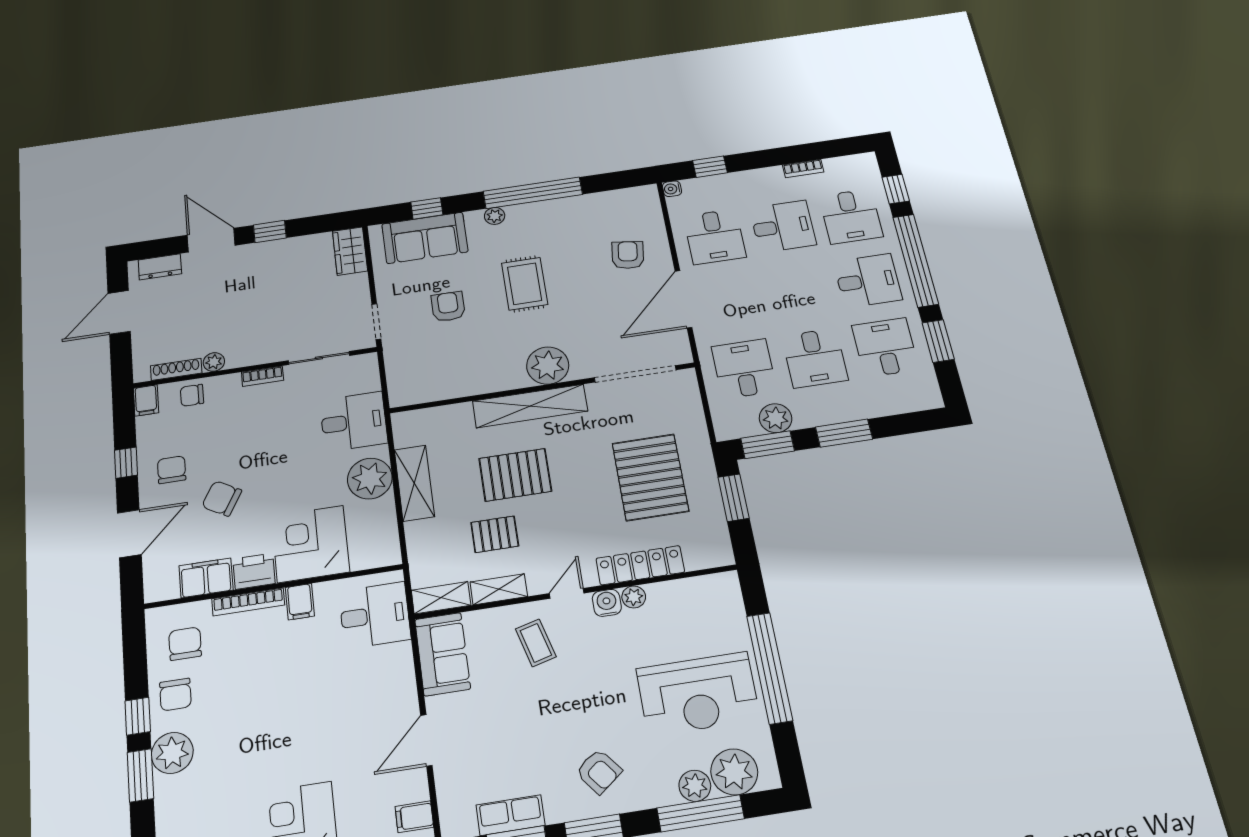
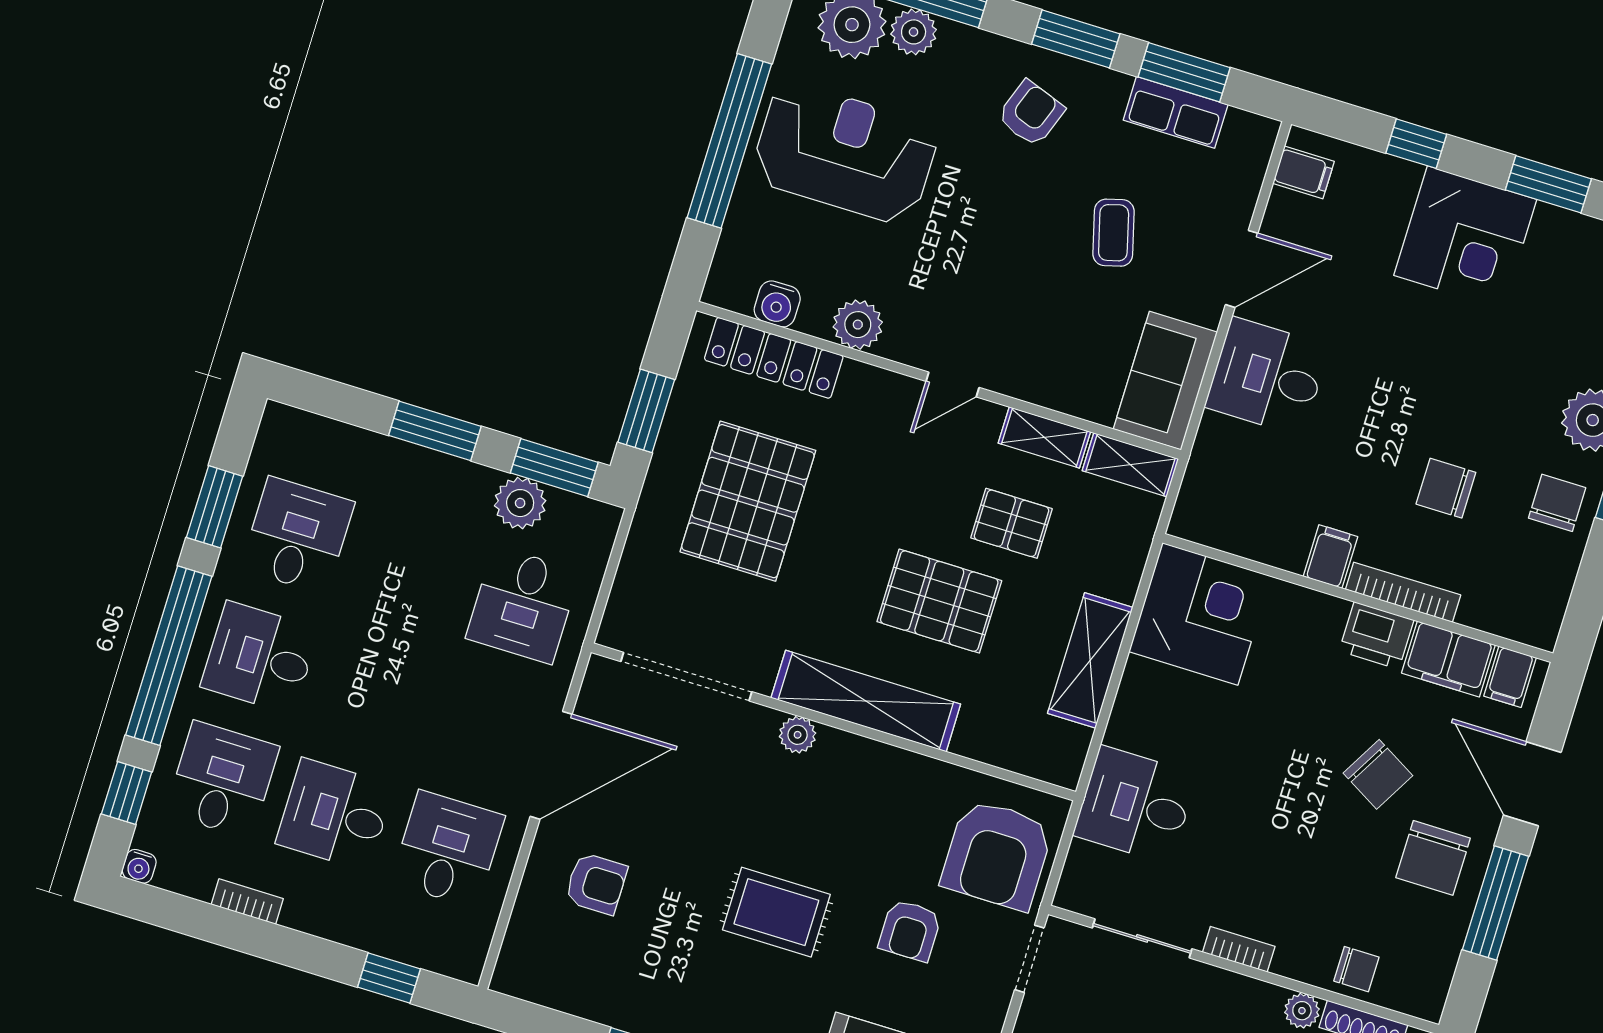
water cooler: (672, 189) -> (139, 866), moved, turned 90
armchair: (628, 255) -> (596, 884), turned -98
rug: (525, 284) -> (776, 912), turned 90
desk: (885, 347) -> (297, 535), turned 180
desk: (815, 358) -> (410, 570), removed
armchair: (419, 363) -> (997, 855), added
plant: (548, 366) -> (798, 735), width x0.53, depth x0.53
filing cabinet: (146, 400) -> (1510, 677), moved, turned 180
window: (126, 463) -> (1496, 903), width x2.17
chair: (172, 470) -> (1433, 858), width x1.37, depth x1.37
plant: (370, 479) -> (1151, 700), removed
door: (129, 534) -> (1532, 784), hinge flipped
corner desk: (311, 544) -> (1200, 614), moved, turned -90
locker: (640, 565) -> (774, 358), moved
plant: (634, 597) -> (858, 325), width x1.38, depth x1.38
water cooler: (607, 603) -> (777, 304), moved
desk: (375, 615) -> (1267, 377), moved
coffee table: (536, 643) -> (1114, 233), moved
chair: (185, 644) -> (1446, 488), moved, turned 90
armchair: (599, 771) -> (1031, 113), turned 58

